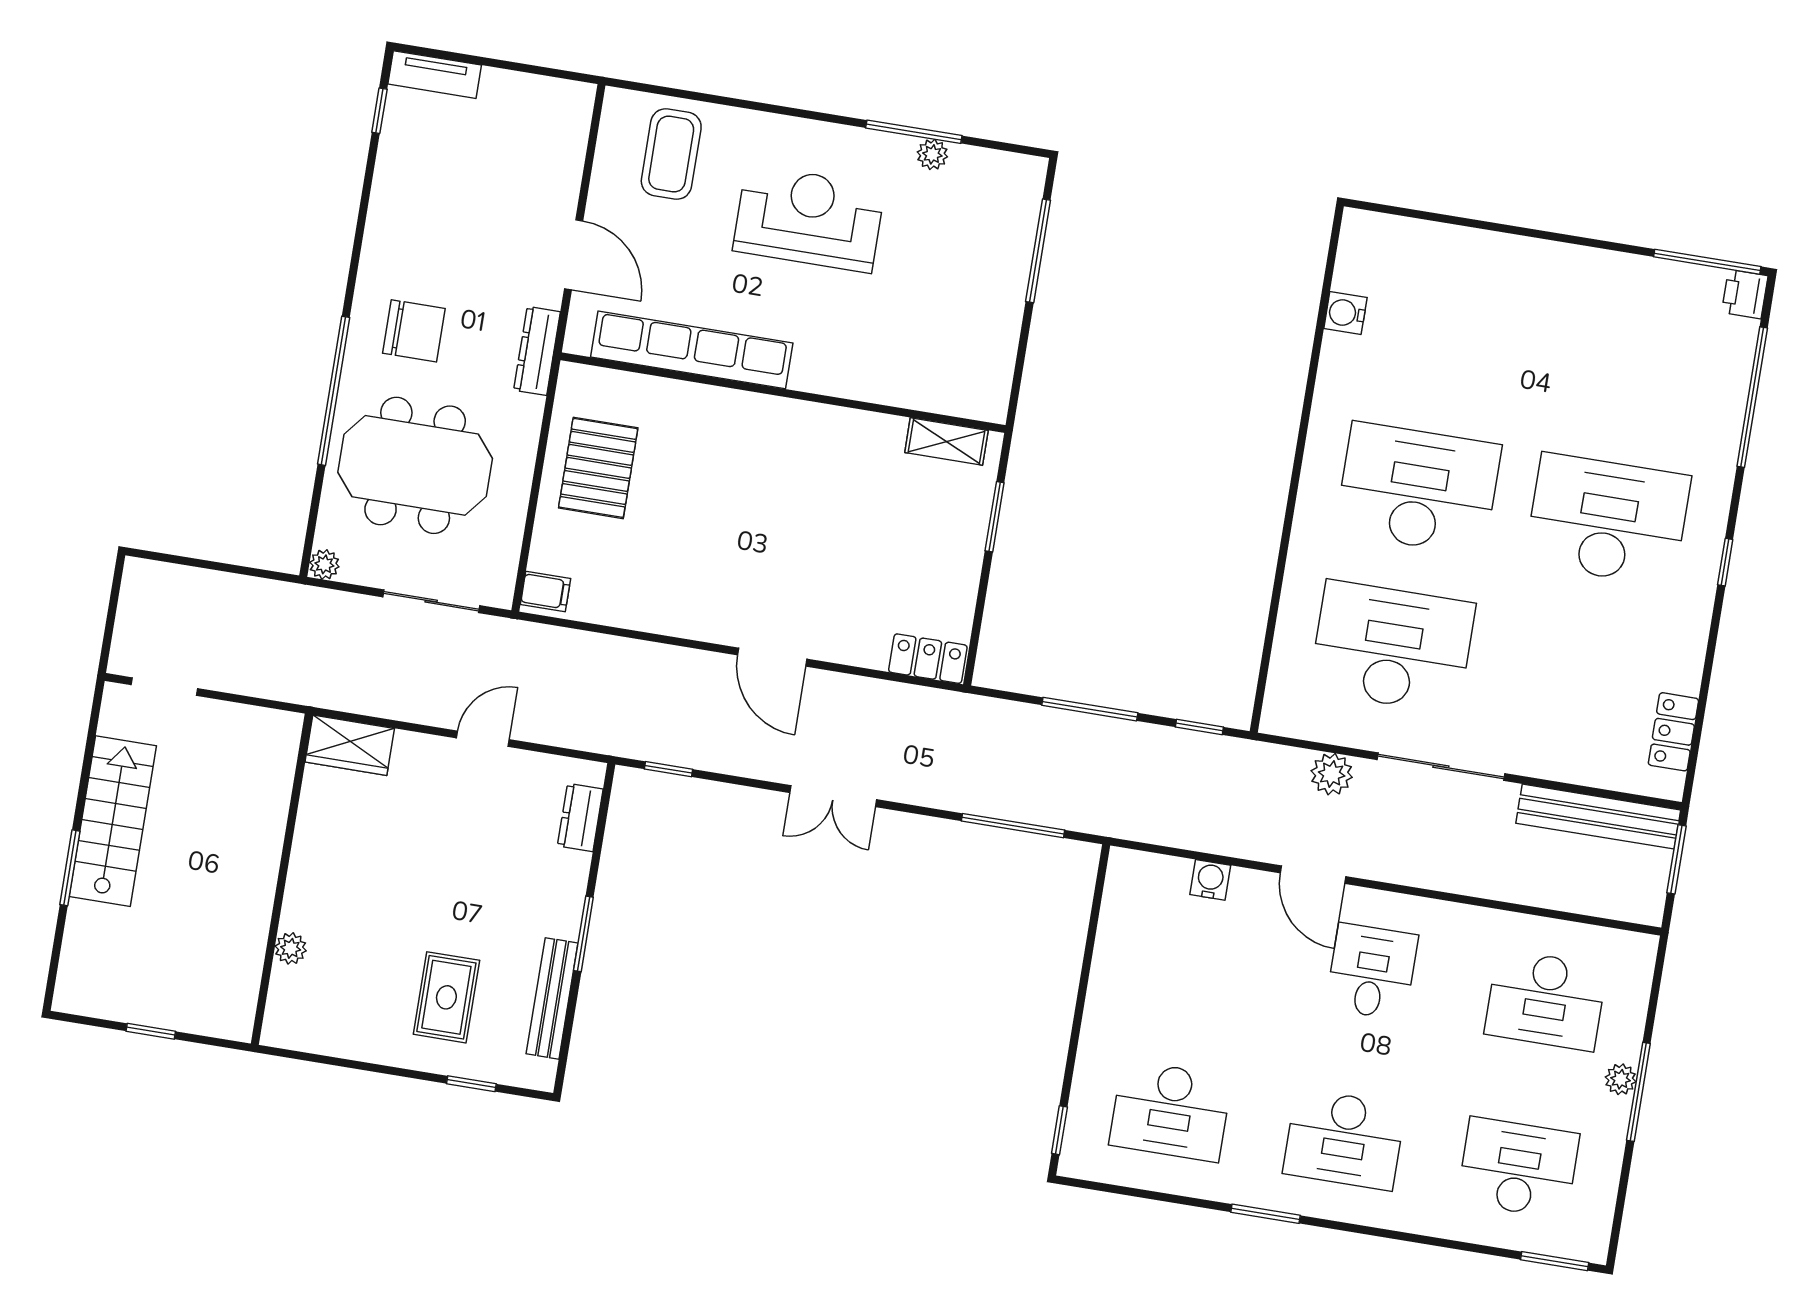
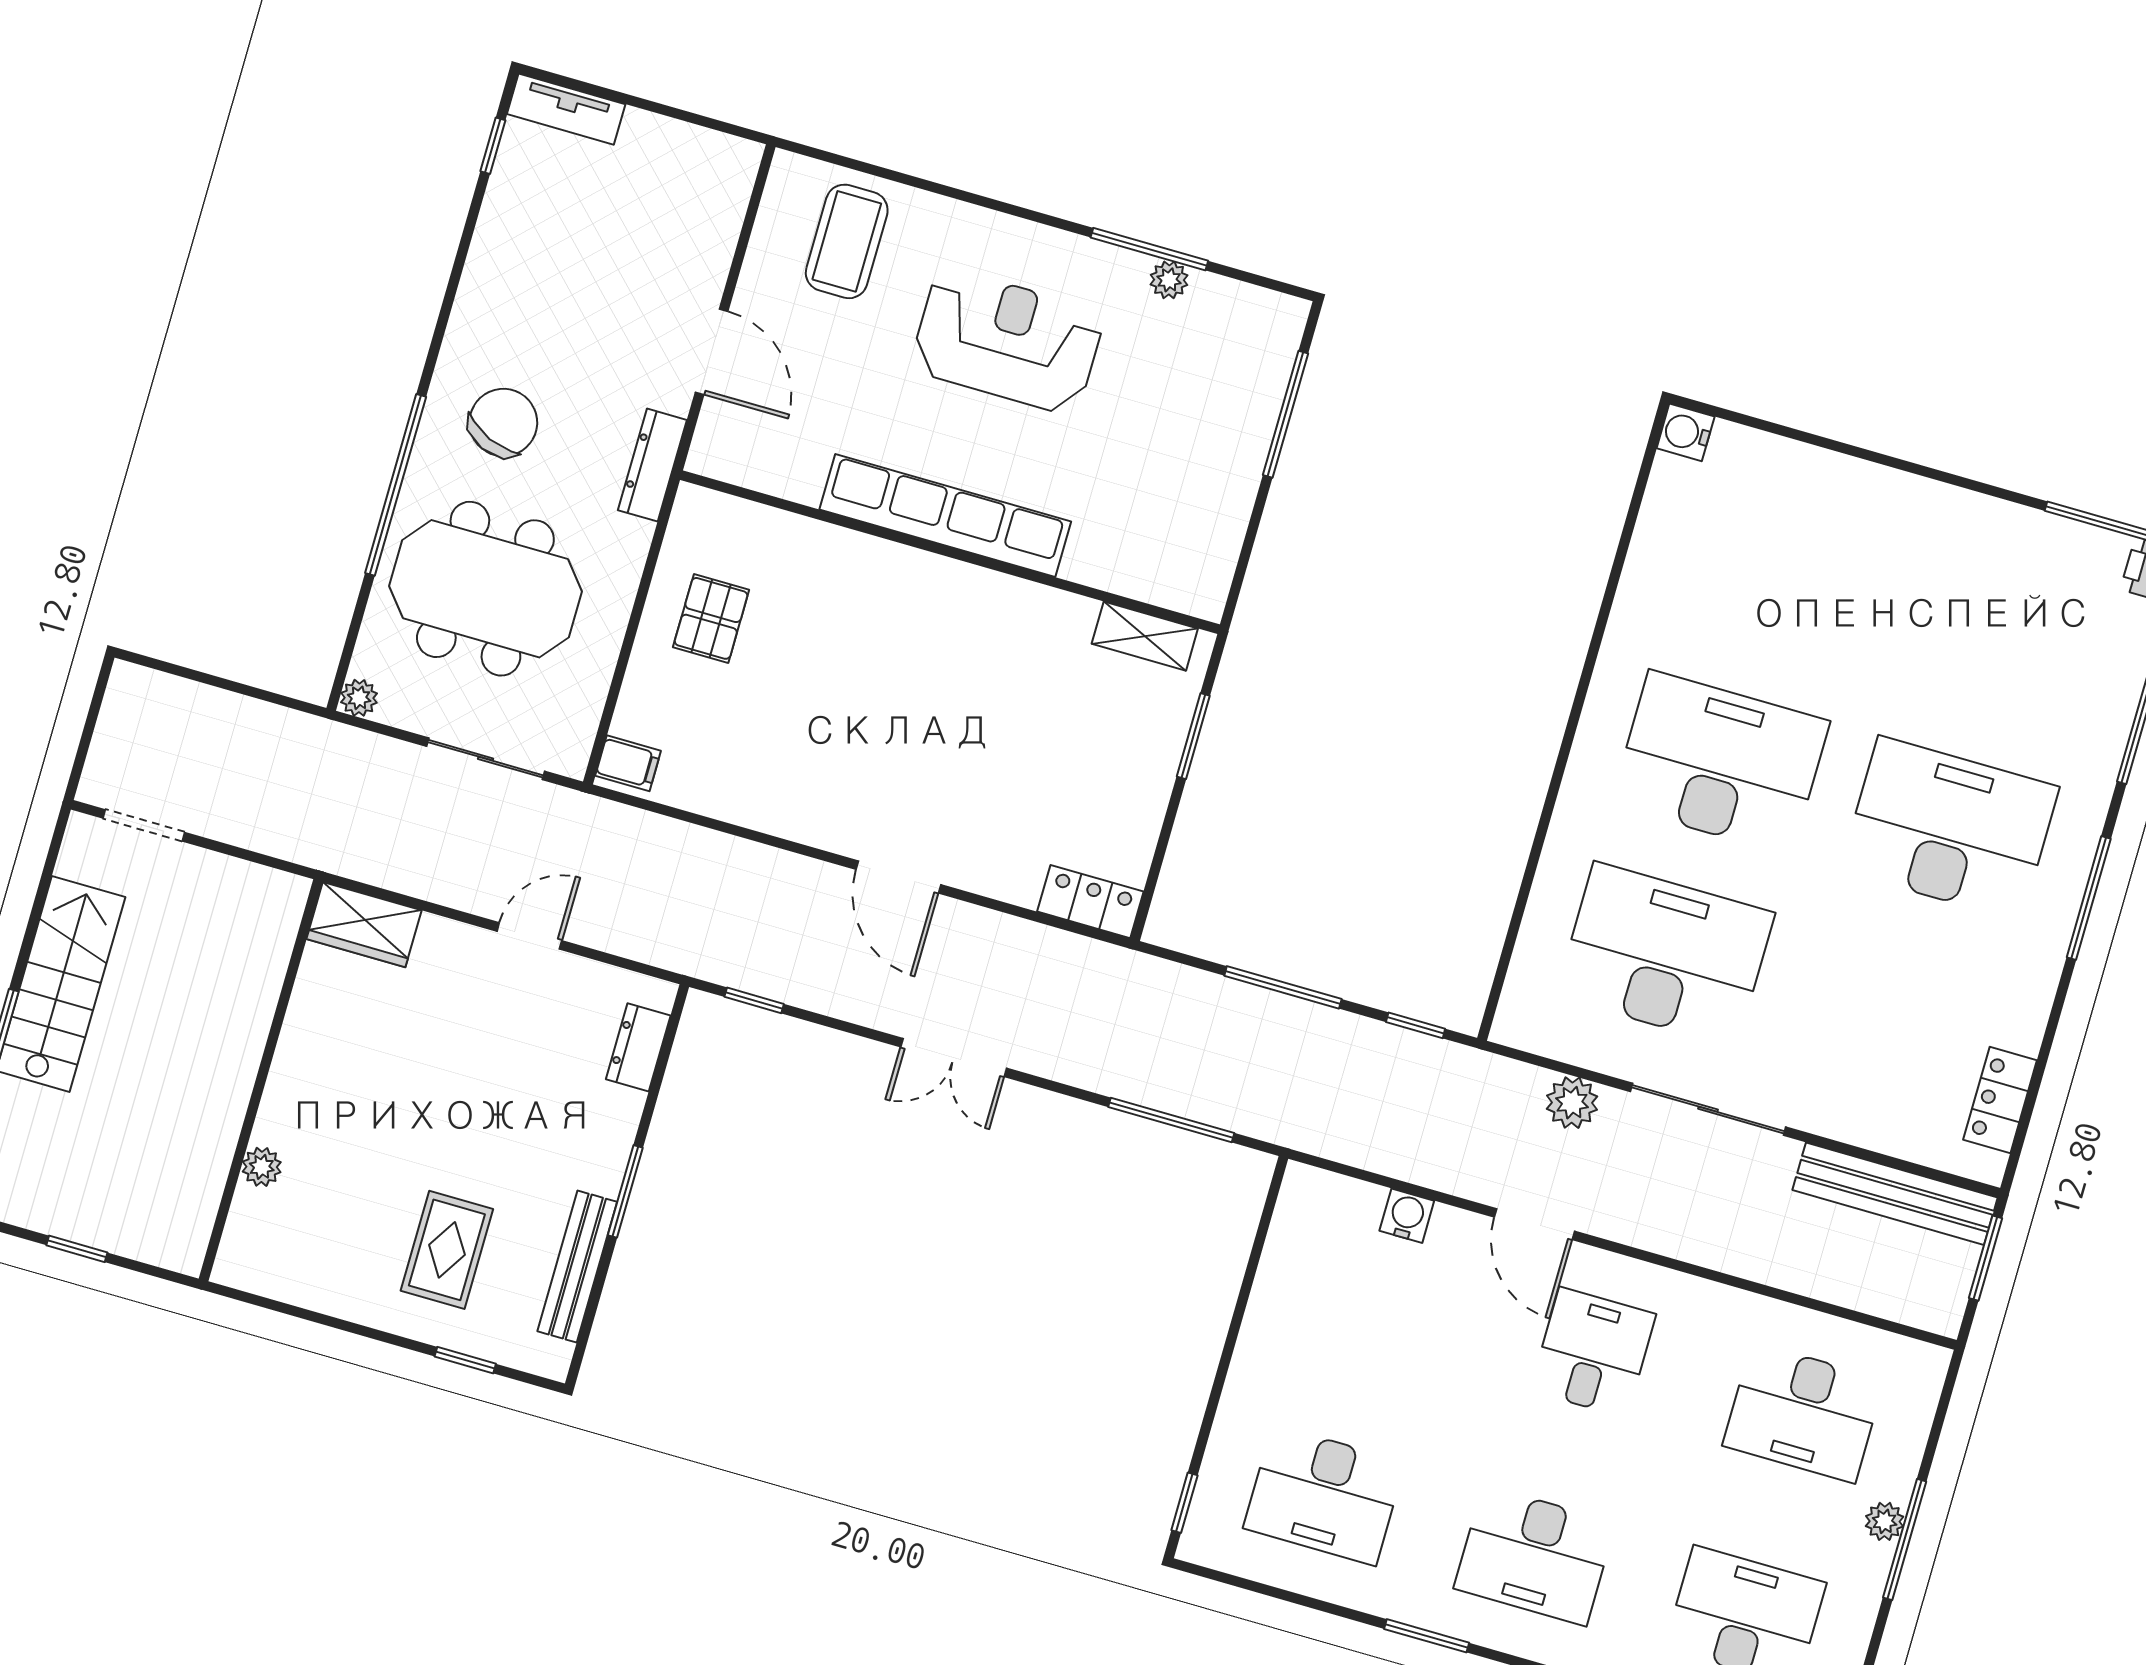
water cooler: (1345, 313) -> (1686, 432), moved
chair: (414, 331) -> (503, 422), turned -67
row of seats: (692, 350) -> (945, 515), moved
pallet: (598, 468) -> (711, 618), width x0.67, depth x0.71
window: (1725, 562) -> (2089, 898), width x2.17

